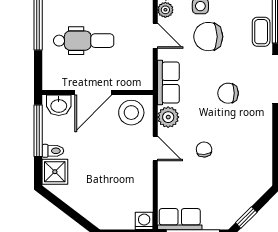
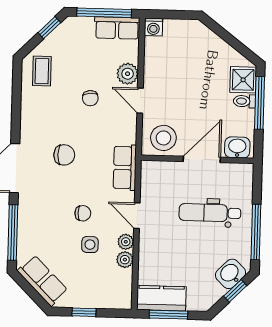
coffee table: (261, 32) -> (42, 71), moved
chair: (208, 37) -> (83, 213), width x0.54, depth x0.54
plant: (168, 117) -> (128, 74), moved
window: (38, 131) -> (260, 103), moved

